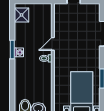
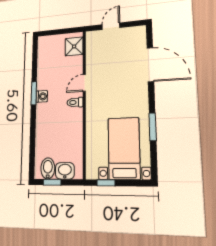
shower: (22, 15) -> (74, 46), moved

